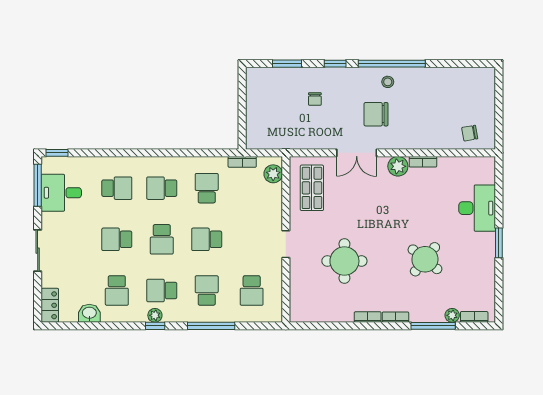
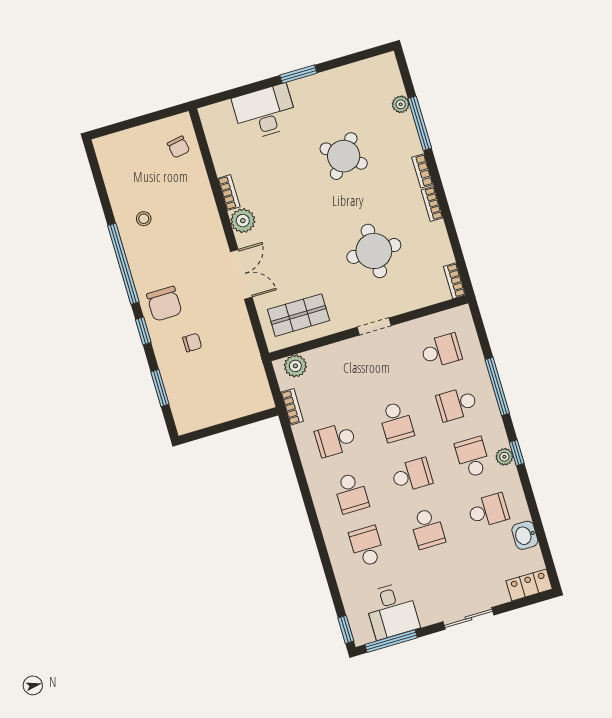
stool: (388, 82) -> (144, 219), moved
chair: (376, 114) -> (164, 304), moved
school desk: (162, 290) -> (473, 457), turned 180
bookcase: (474, 317) -> (455, 281), moved

